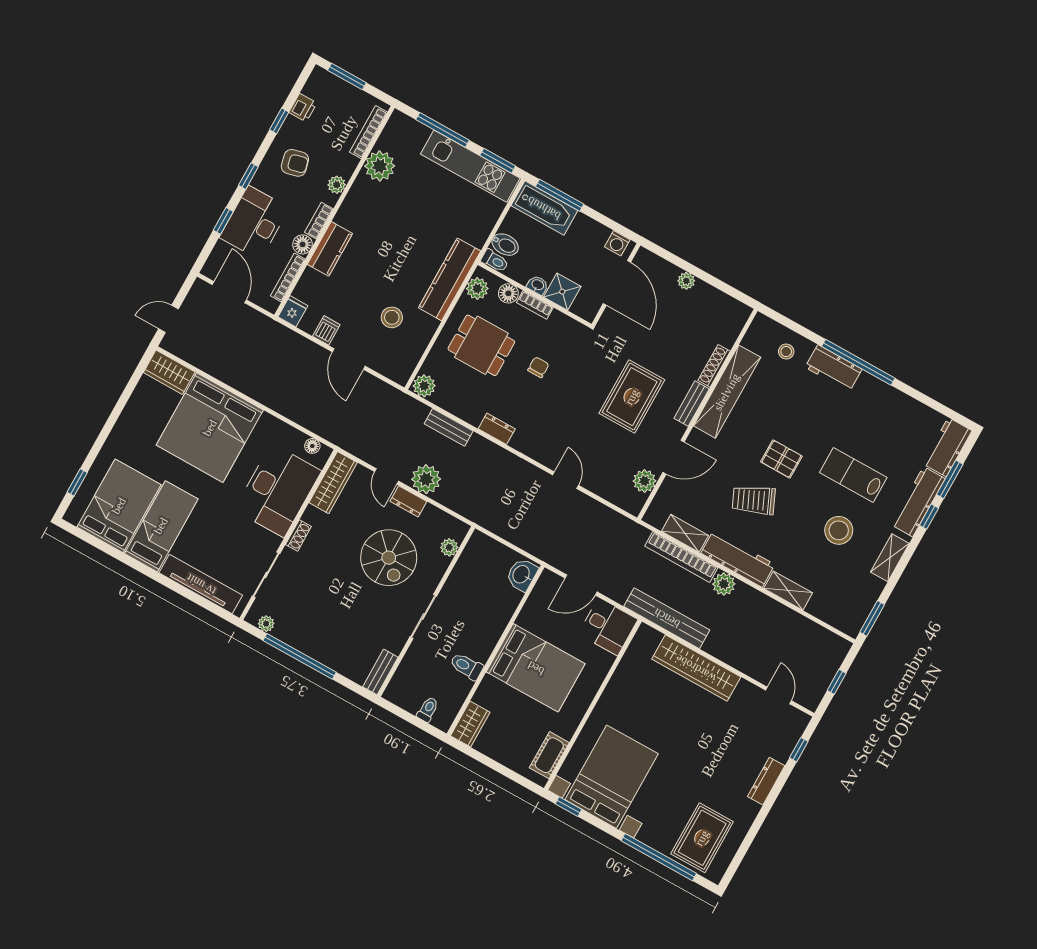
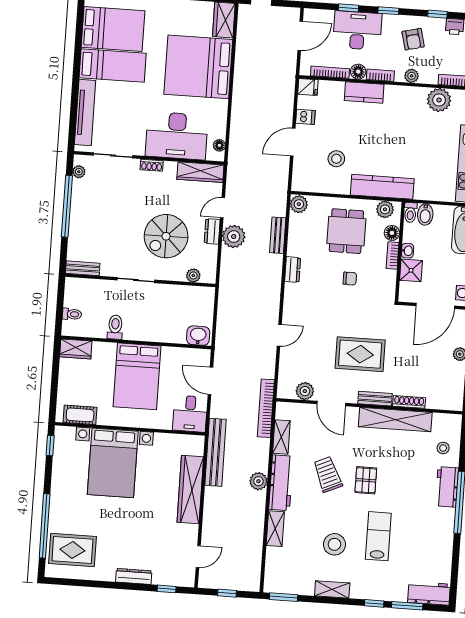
workbench: (918, 502) -> (381, 591), removed
bookcase: (681, 557) -> (266, 408), moved
bed with nightstands: (612, 777) -> (113, 463), moved, turned 90

